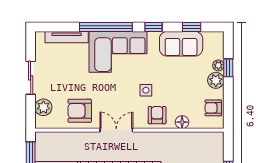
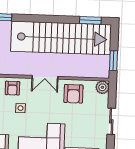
plant: (43, 107) -> (102, 87), moved
armchair: (80, 111) -> (73, 94), turned 90

